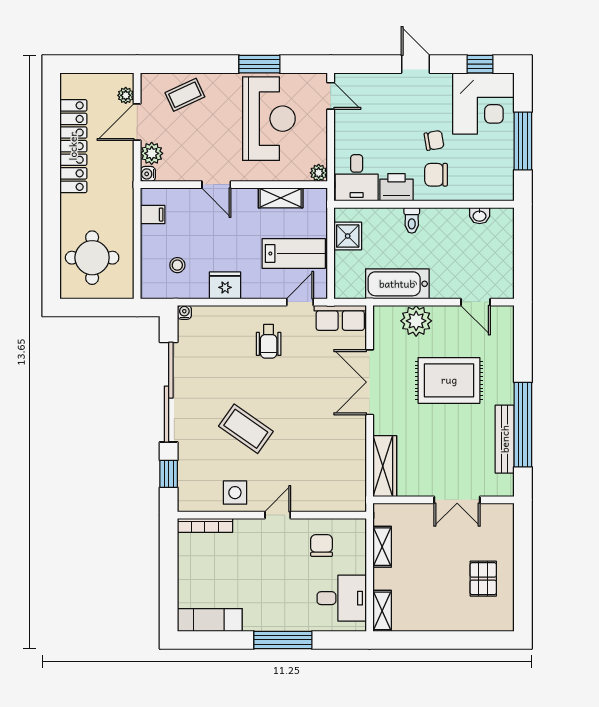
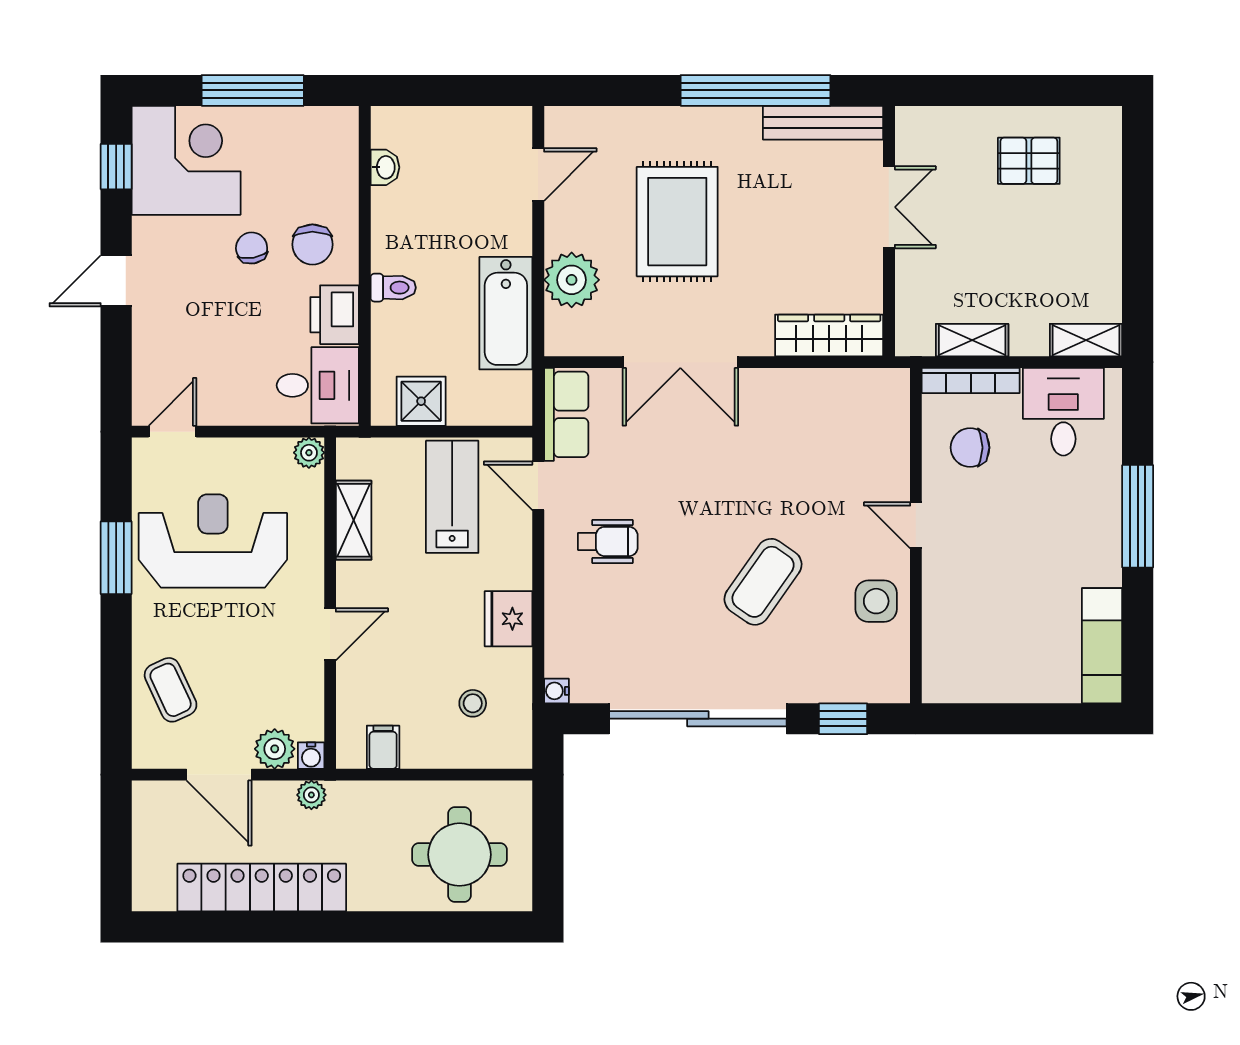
plant: (126, 95) -> (311, 795), moved
bench: (505, 439) -> (823, 123), moved
bookcase: (205, 525) -> (971, 381), moved, turned 90

